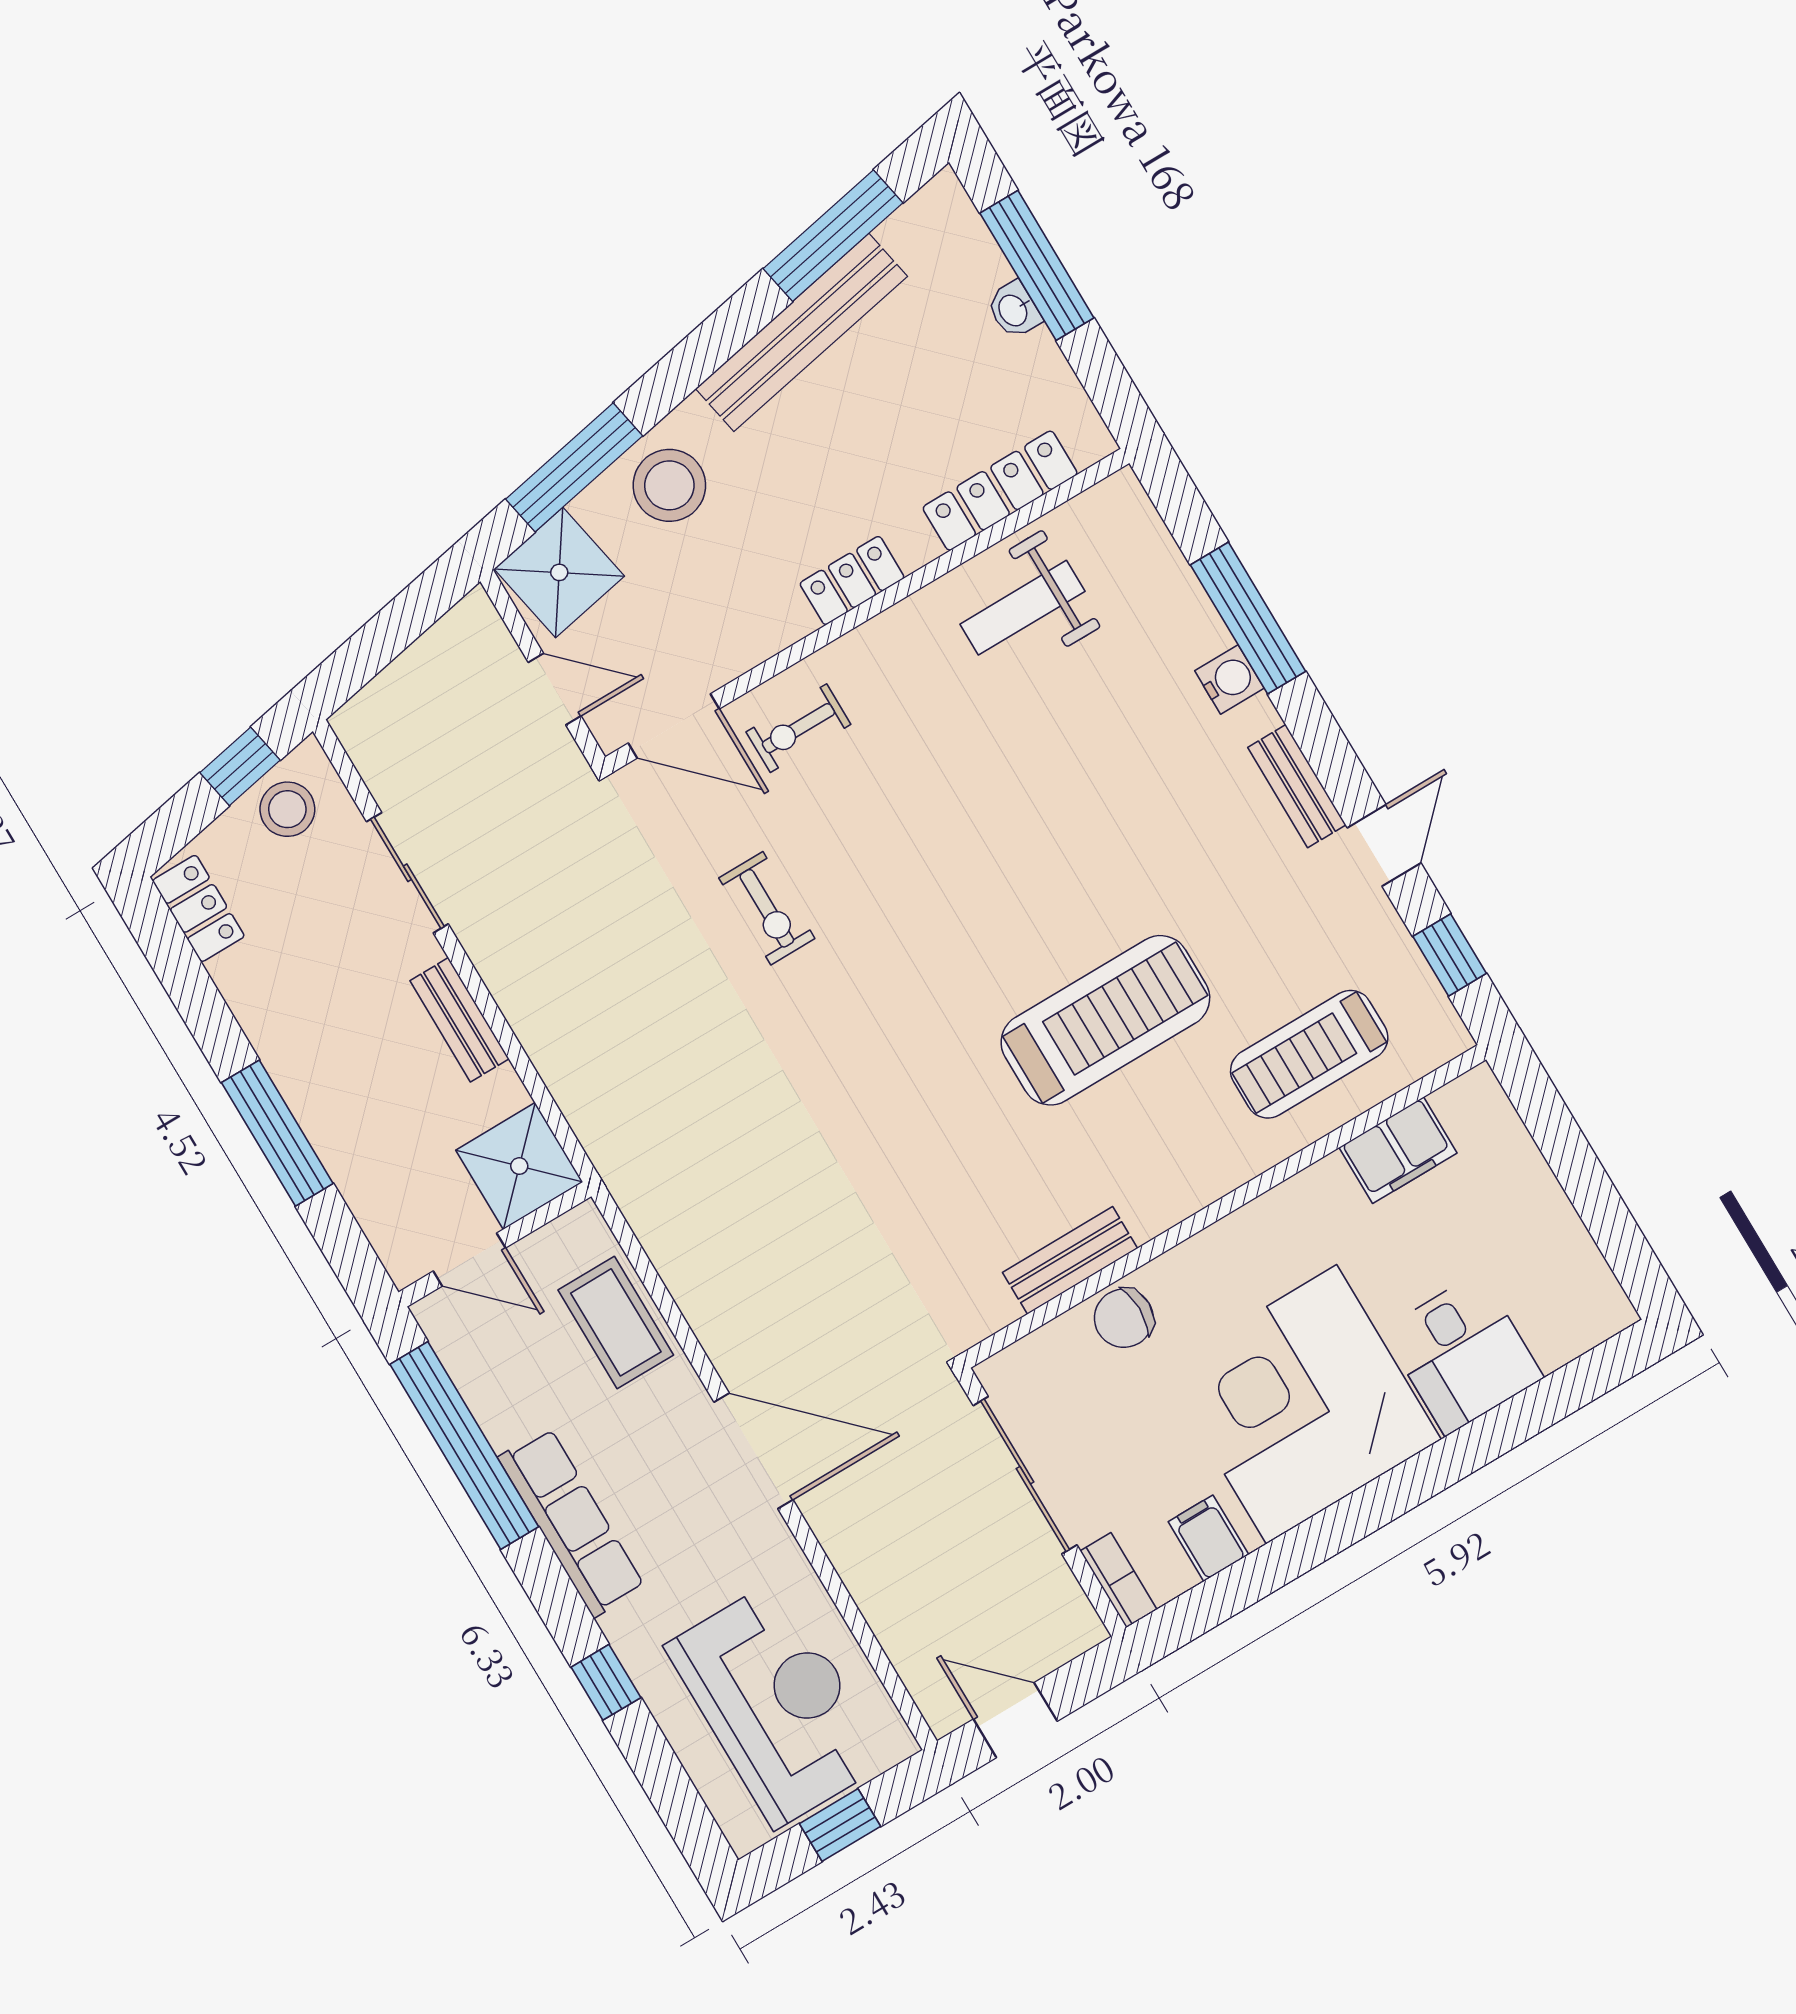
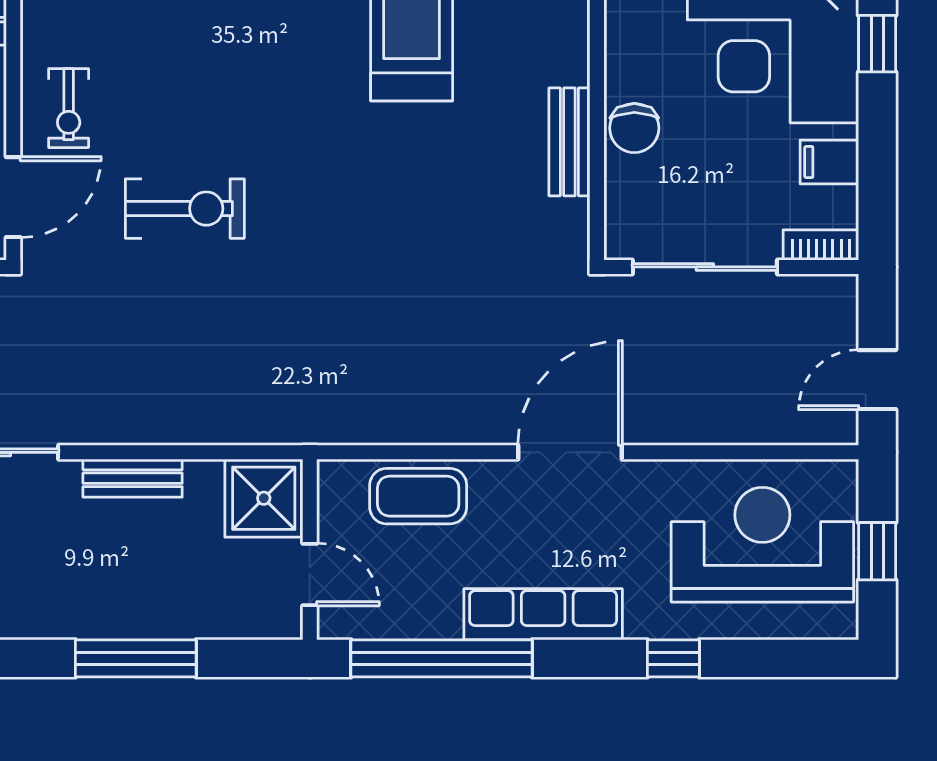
exercise bike: (767, 908) -> (185, 209), width x1.38, depth x1.39
door: (469, 1260) -> (310, 574), hinge flipped
window: (1359, 1515) -> (877, 44), added

